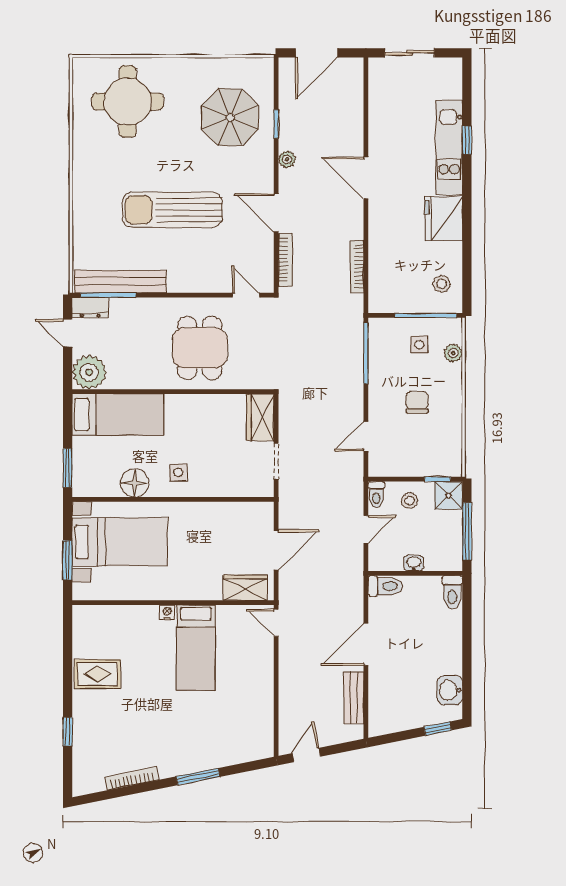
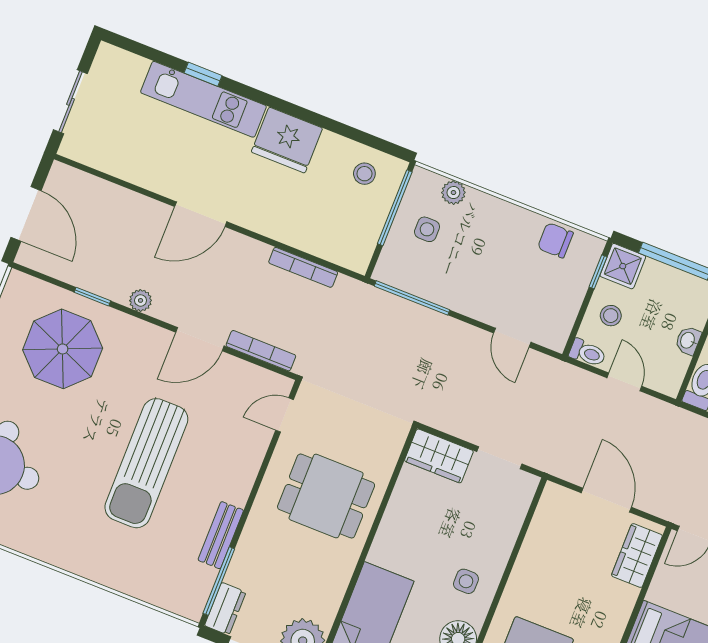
bench: (120, 282) -> (221, 535), width x0.54, depth x0.82
chair: (417, 402) -> (555, 240), moved

